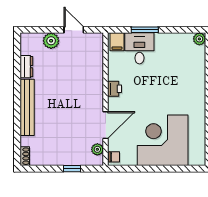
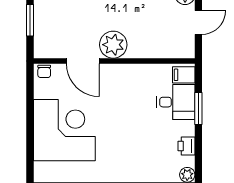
printer: (115, 89) -> (186, 146), moved, turned 90
plant: (97, 149) -> (113, 45), moved, width x1.87, depth x1.87
window: (72, 169) -> (30, 20), width x1.50

